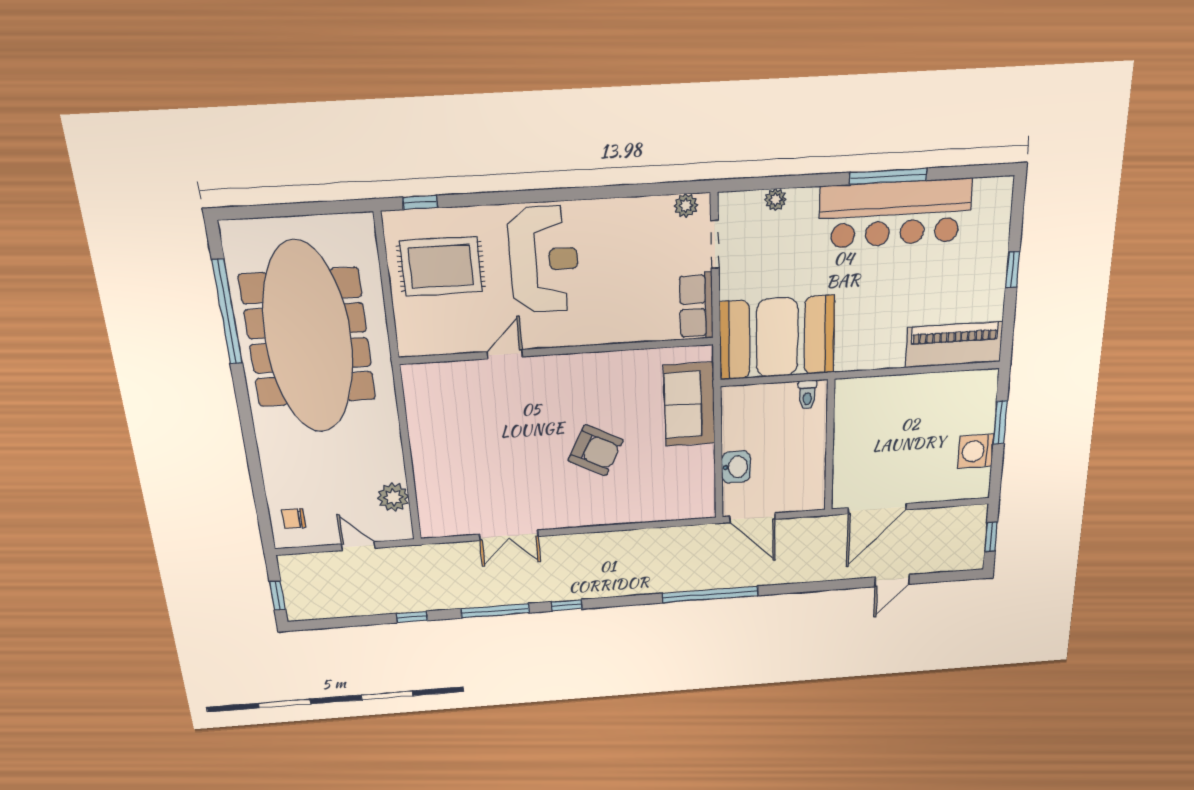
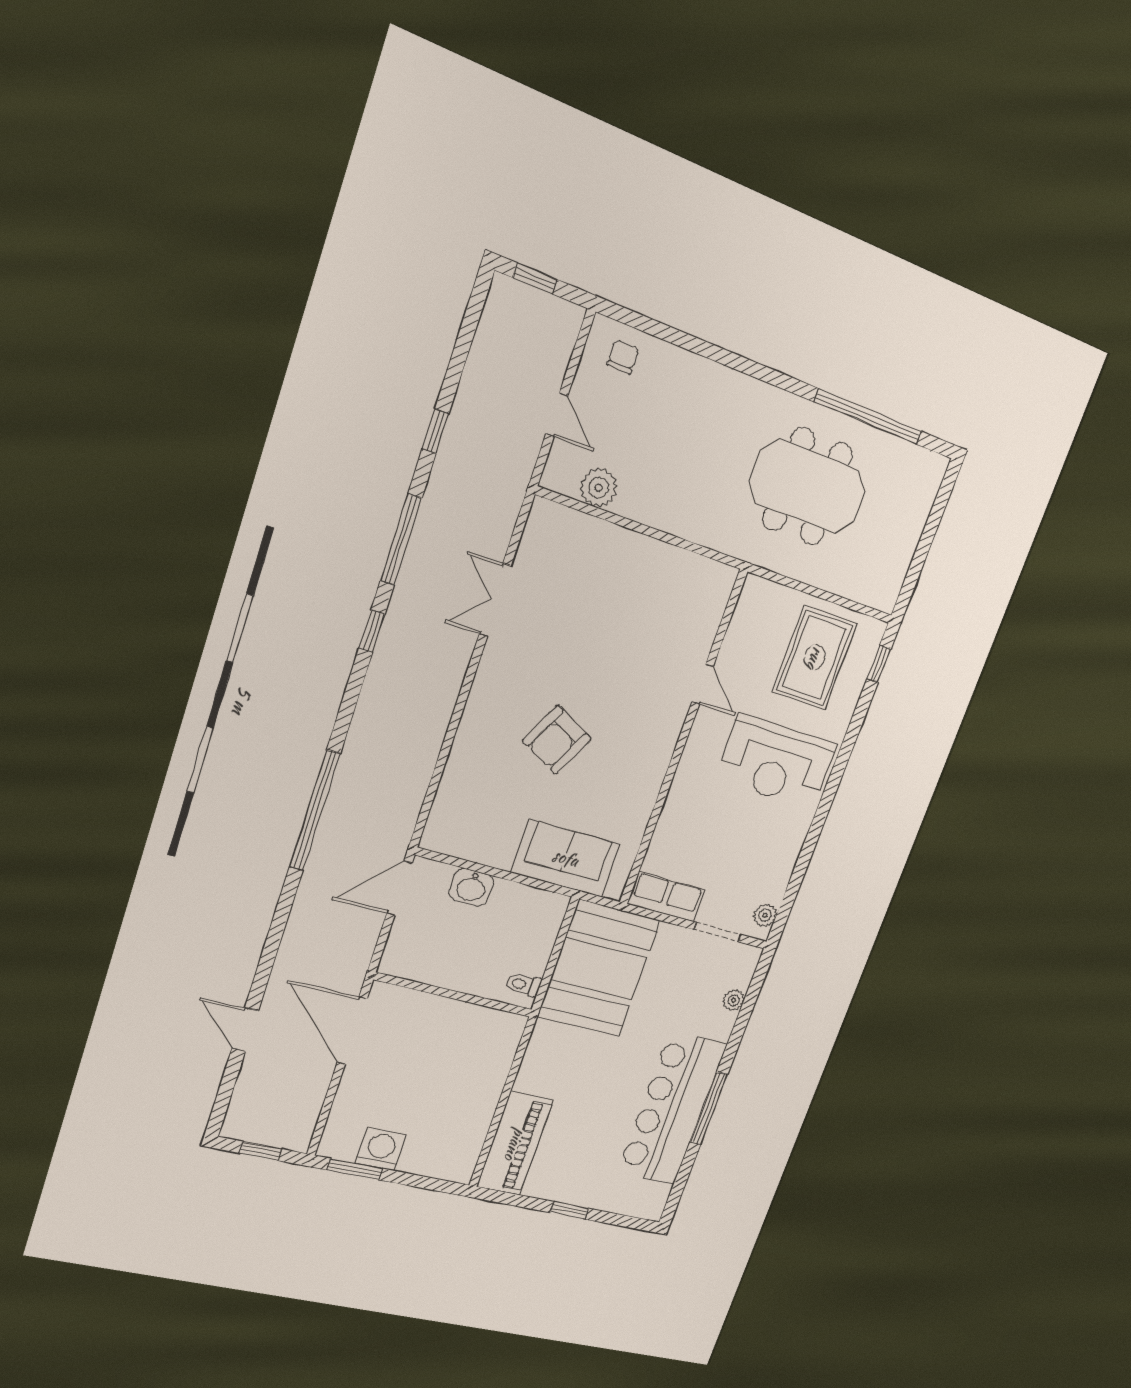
meeting table: (308, 338) -> (807, 487), width x0.54, depth x0.79
window: (1000, 423) -> (355, 1169), moved
door: (358, 546) -> (557, 415), hinge flipped

